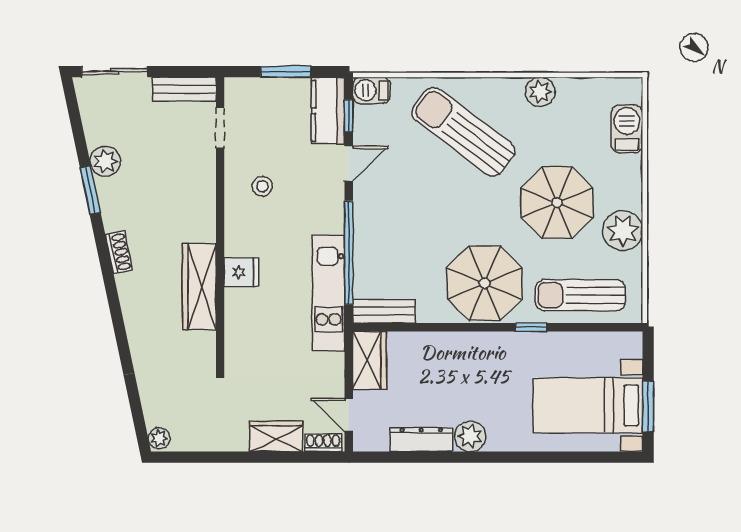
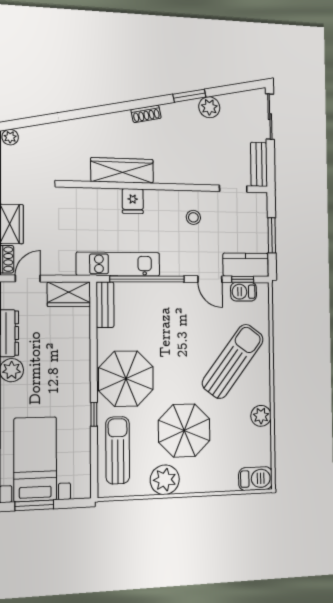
barbecue: (372, 90) -> (244, 292), moved, turned -90
barbecue: (627, 129) -> (255, 479), moved

